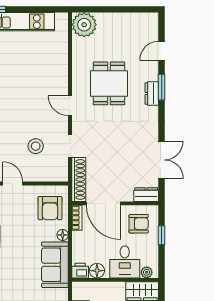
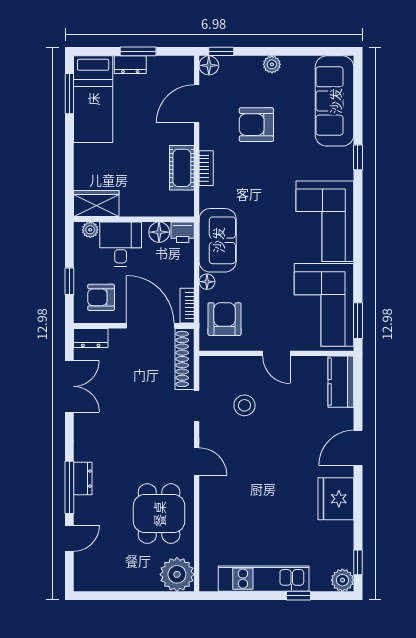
dining table: (109, 83) -> (159, 514), moved
window: (162, 87) -> (69, 487), width x1.44
double door: (162, 160) -> (69, 386), swing flipped

